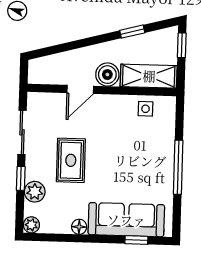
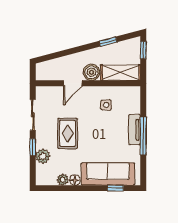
side table: (146, 109) -> (106, 105), moved
tv unit: (166, 158) -> (135, 130), added
plant: (31, 225) -> (63, 180), moved

